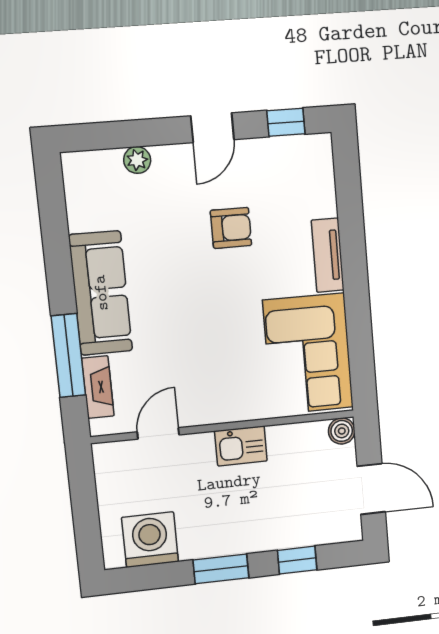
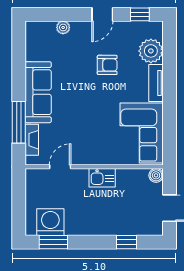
plant: (313, 193) -> (151, 51), added
window: (221, 569) -> (53, 242), moved

